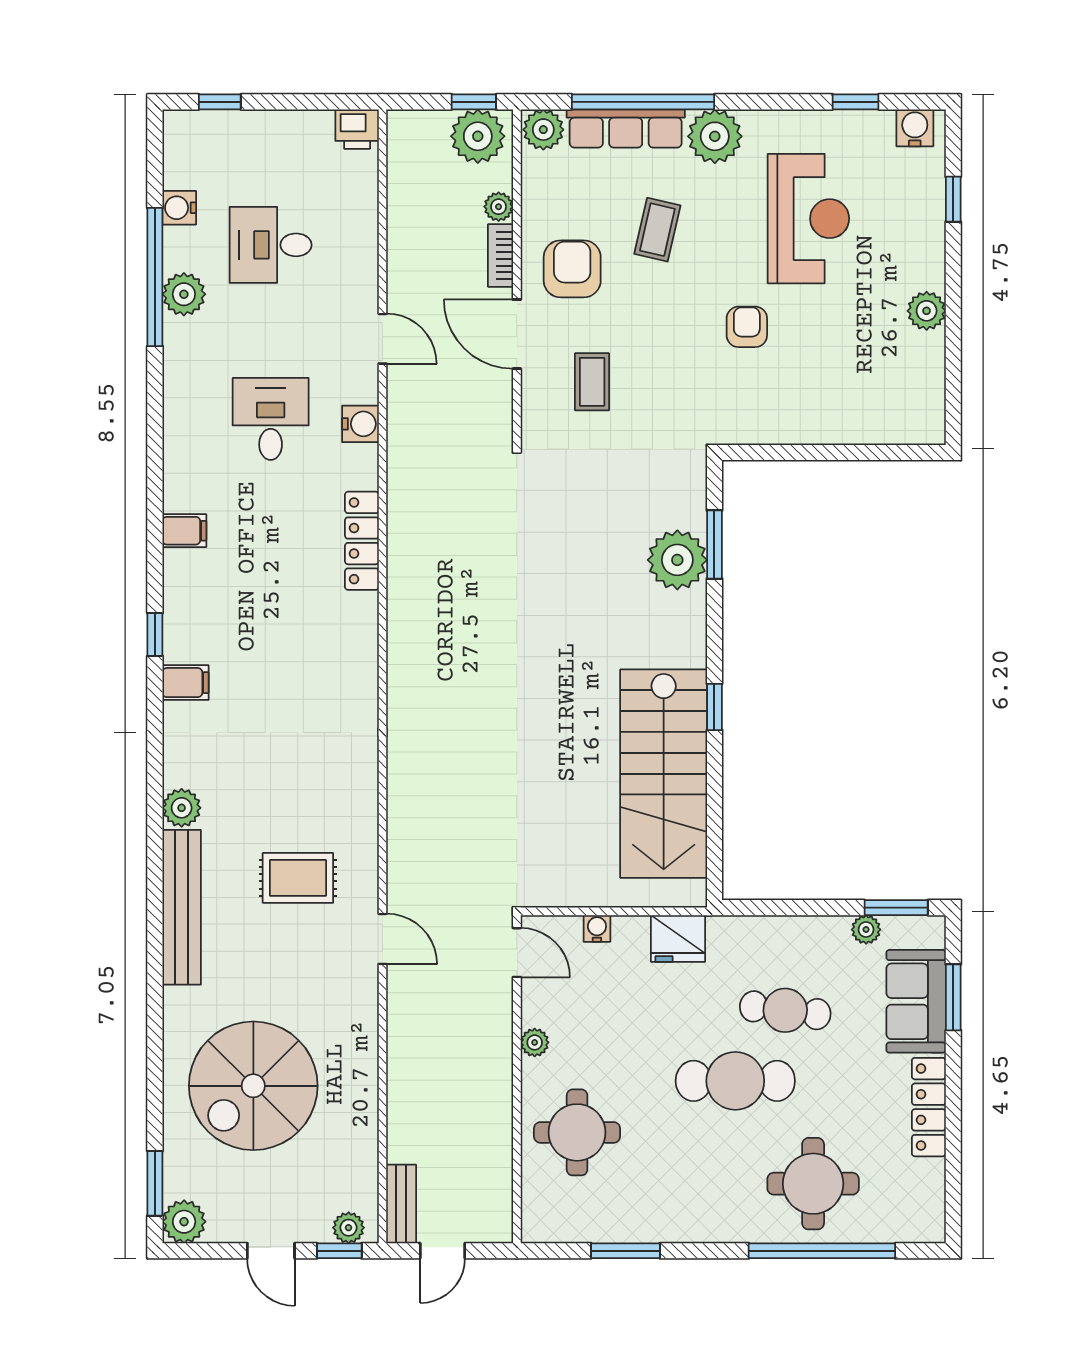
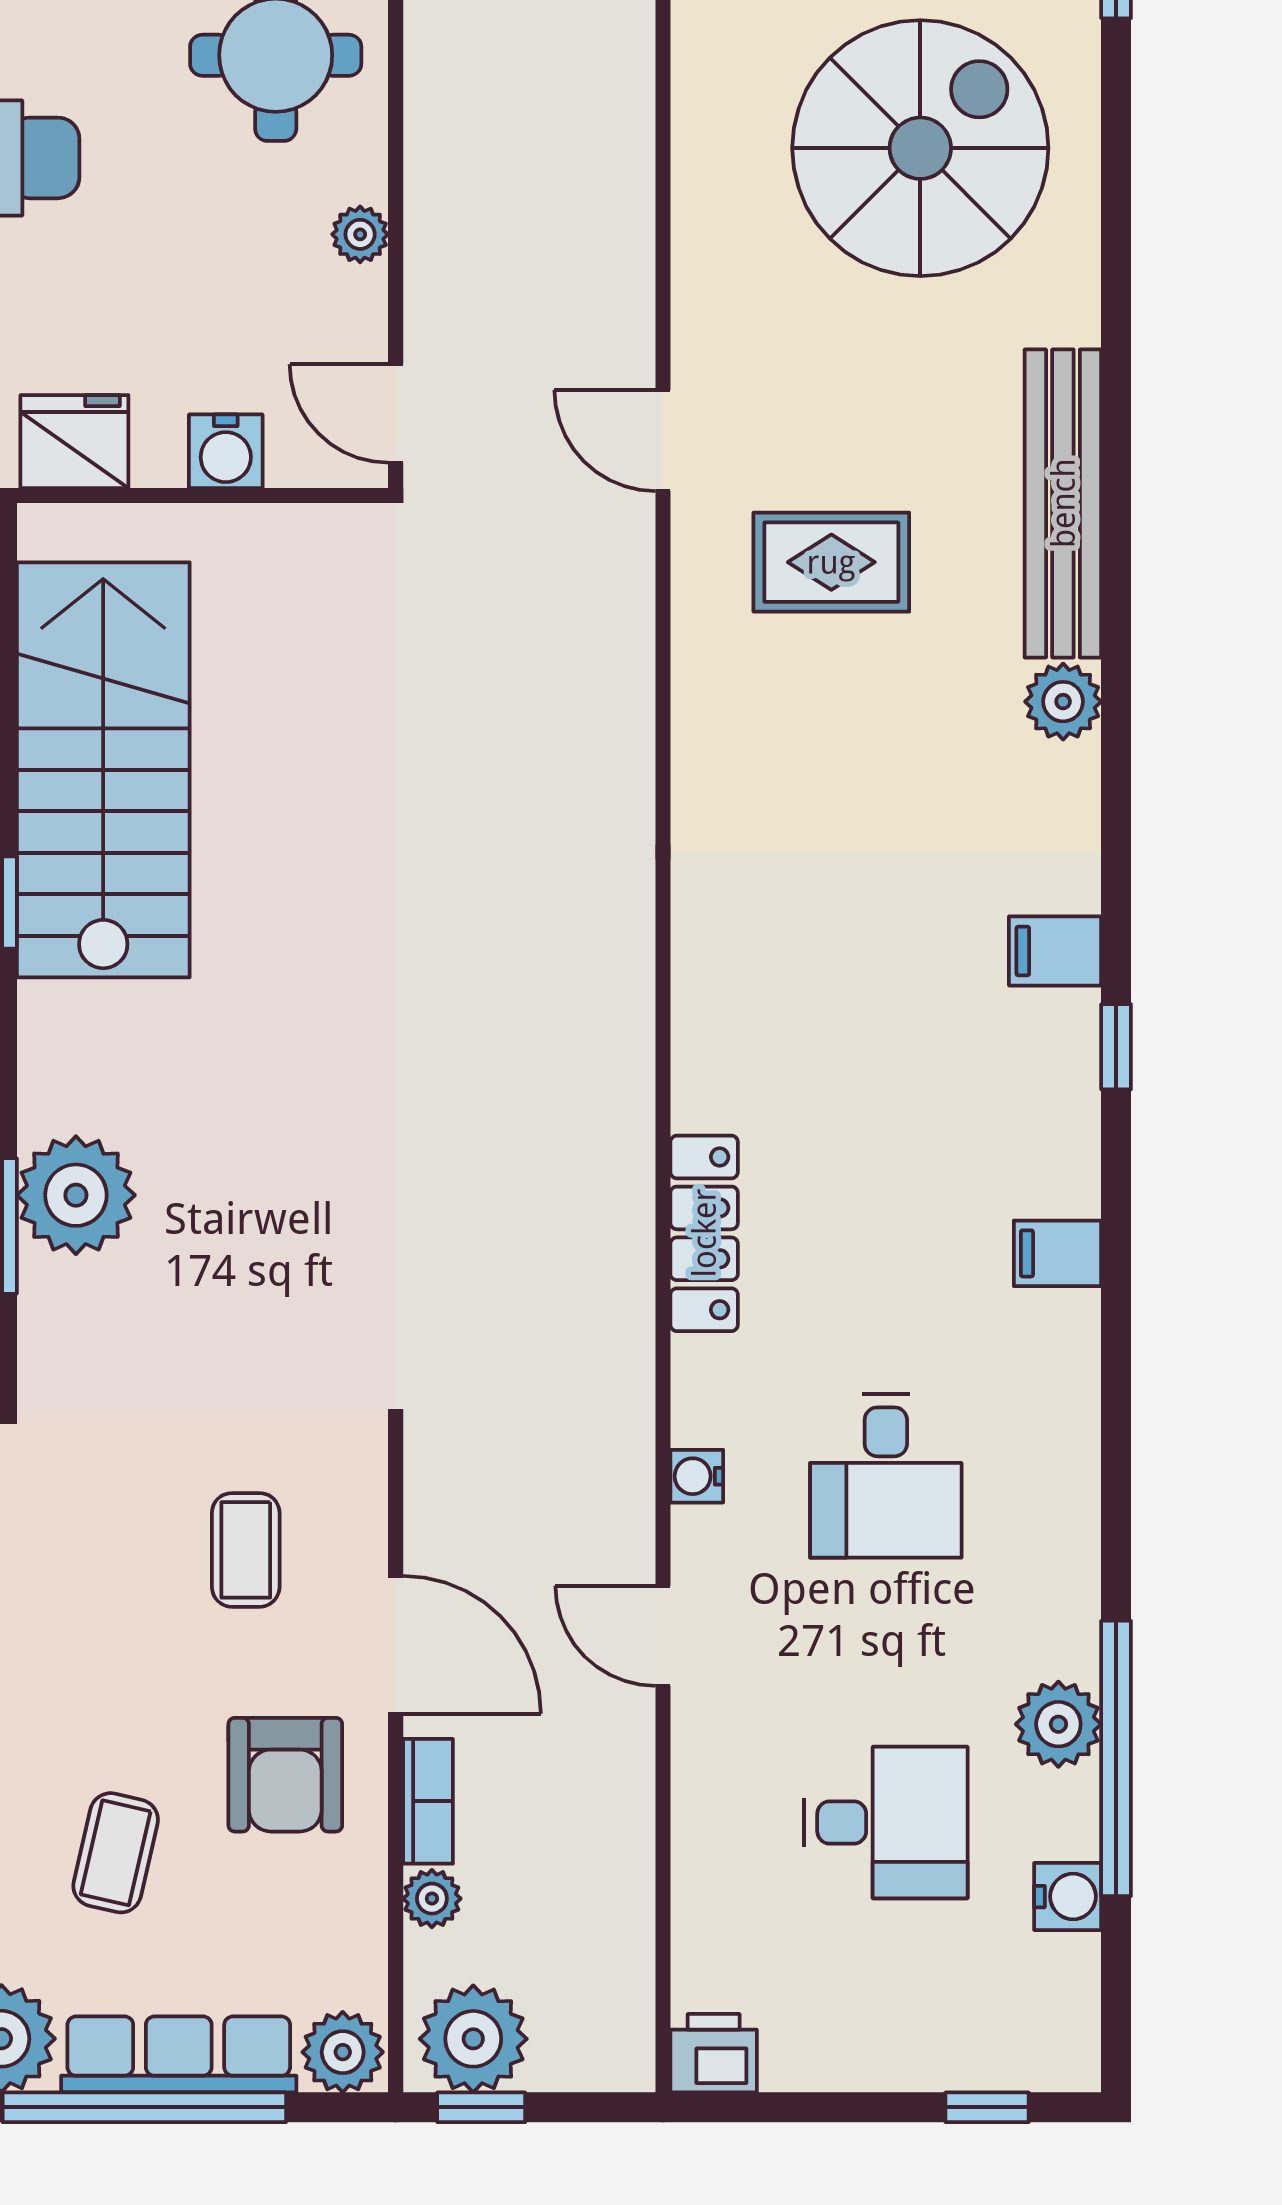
water cooler: (360, 424) -> (697, 1476), width x0.72, depth x0.72
water cooler: (597, 928) -> (226, 451), width x1.38, depth x1.38

